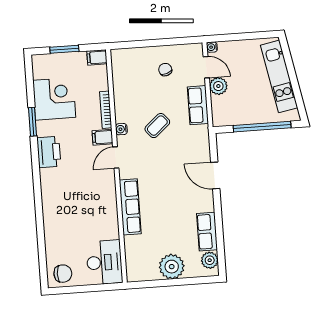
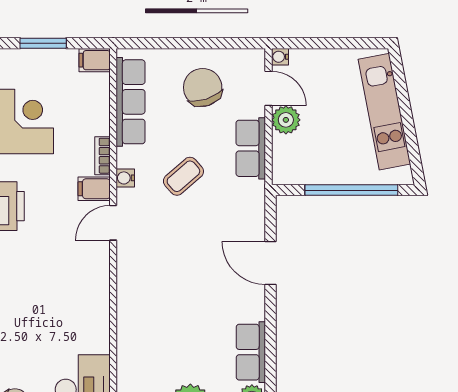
chair: (165, 70) -> (203, 87), width x1.87, depth x1.87
bookcase: (106, 110) -> (102, 156), width x0.64
row of seats: (130, 207) -> (131, 102), moved

